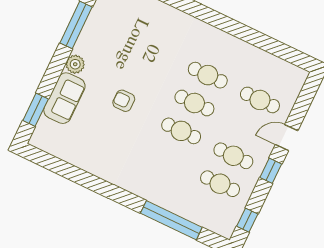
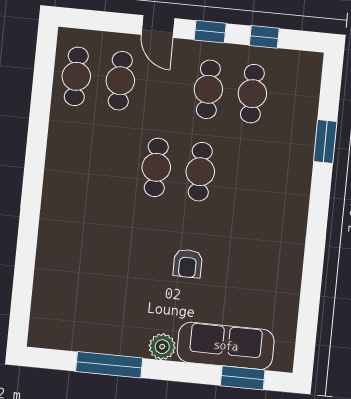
cafe table: (208, 75) -> (76, 76), moved
sofa: (64, 98) -> (226, 346), width x1.36
window: (171, 220) -> (325, 141), width x0.47
window: (247, 220) -> (264, 37), moved

